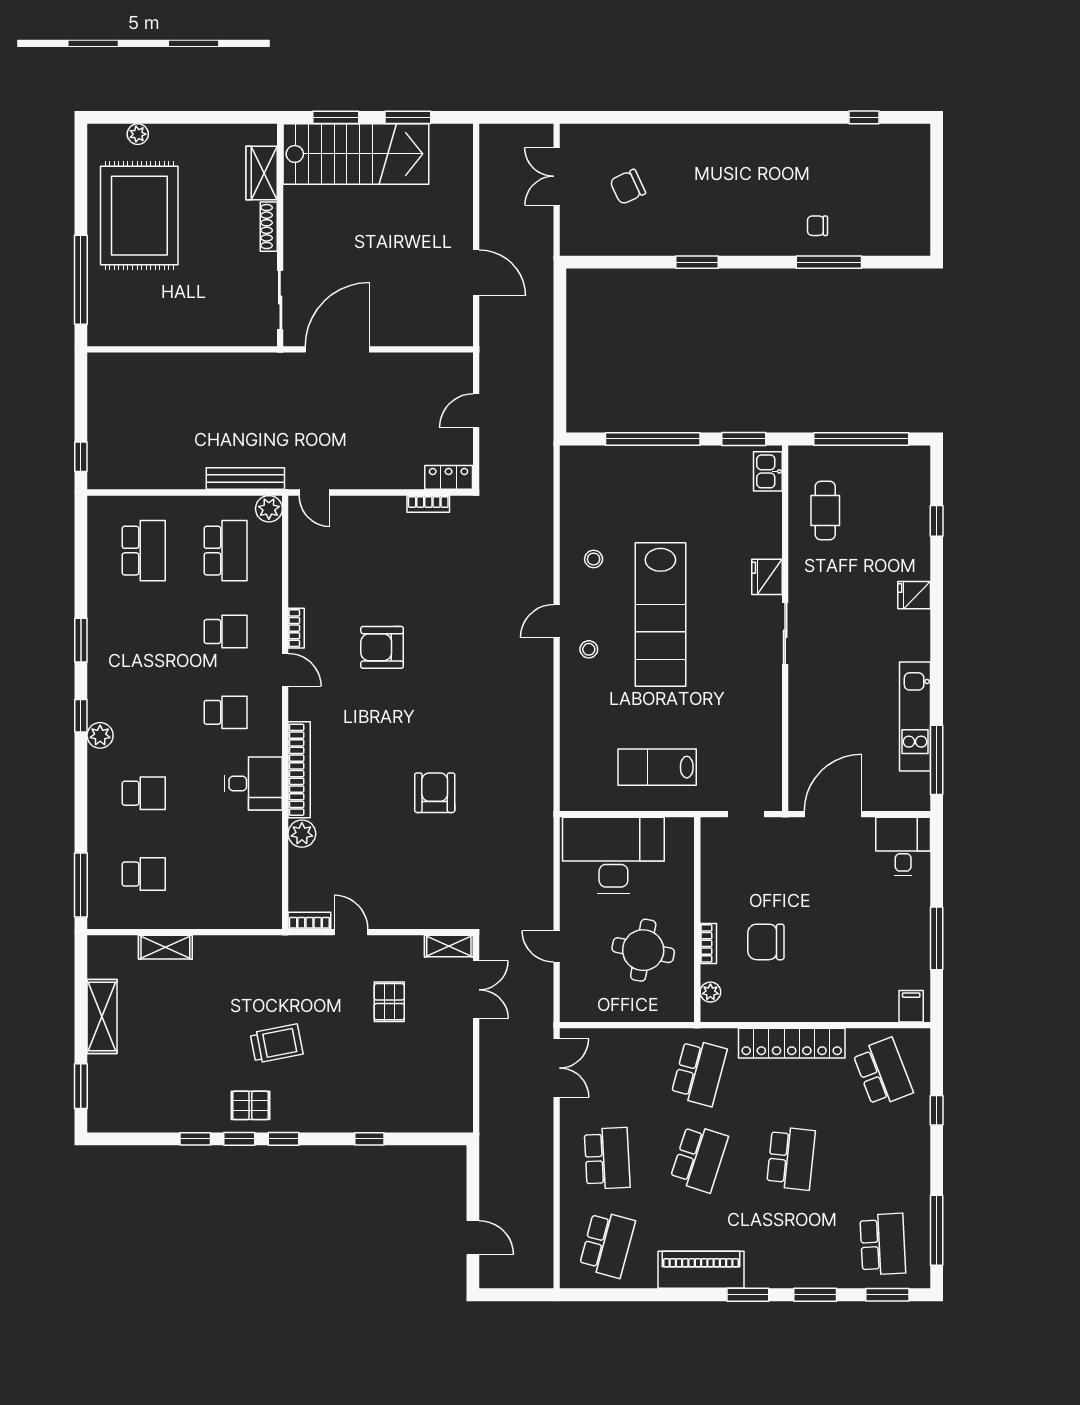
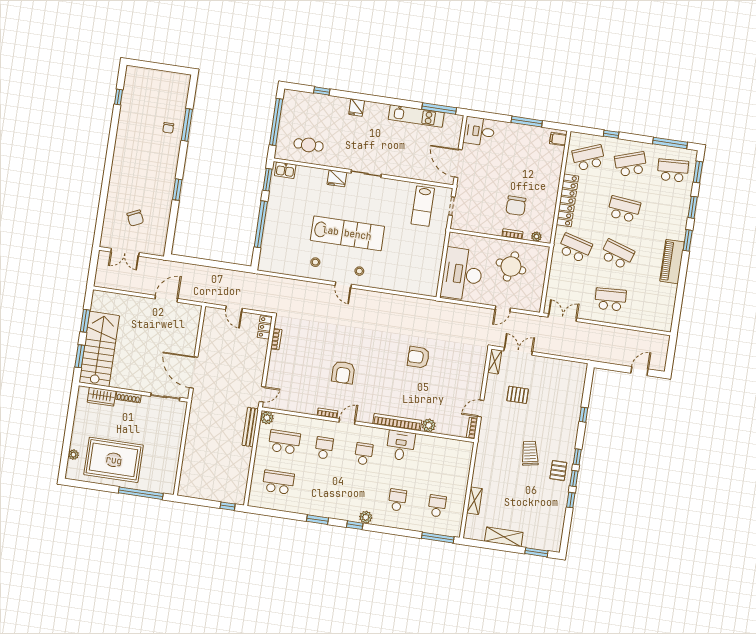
lab bench: (657, 767) -> (423, 206), moved
school desk: (607, 1244) -> (631, 164), moved, turned -33

